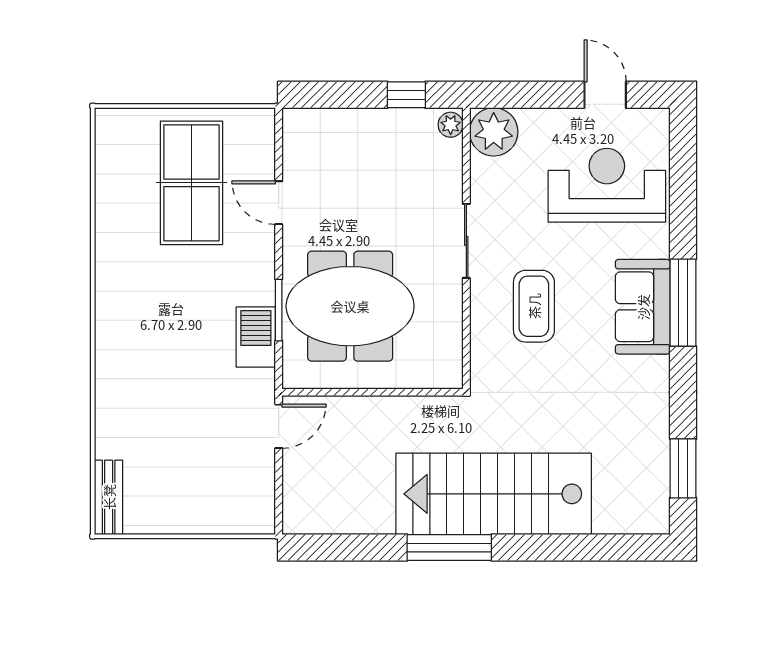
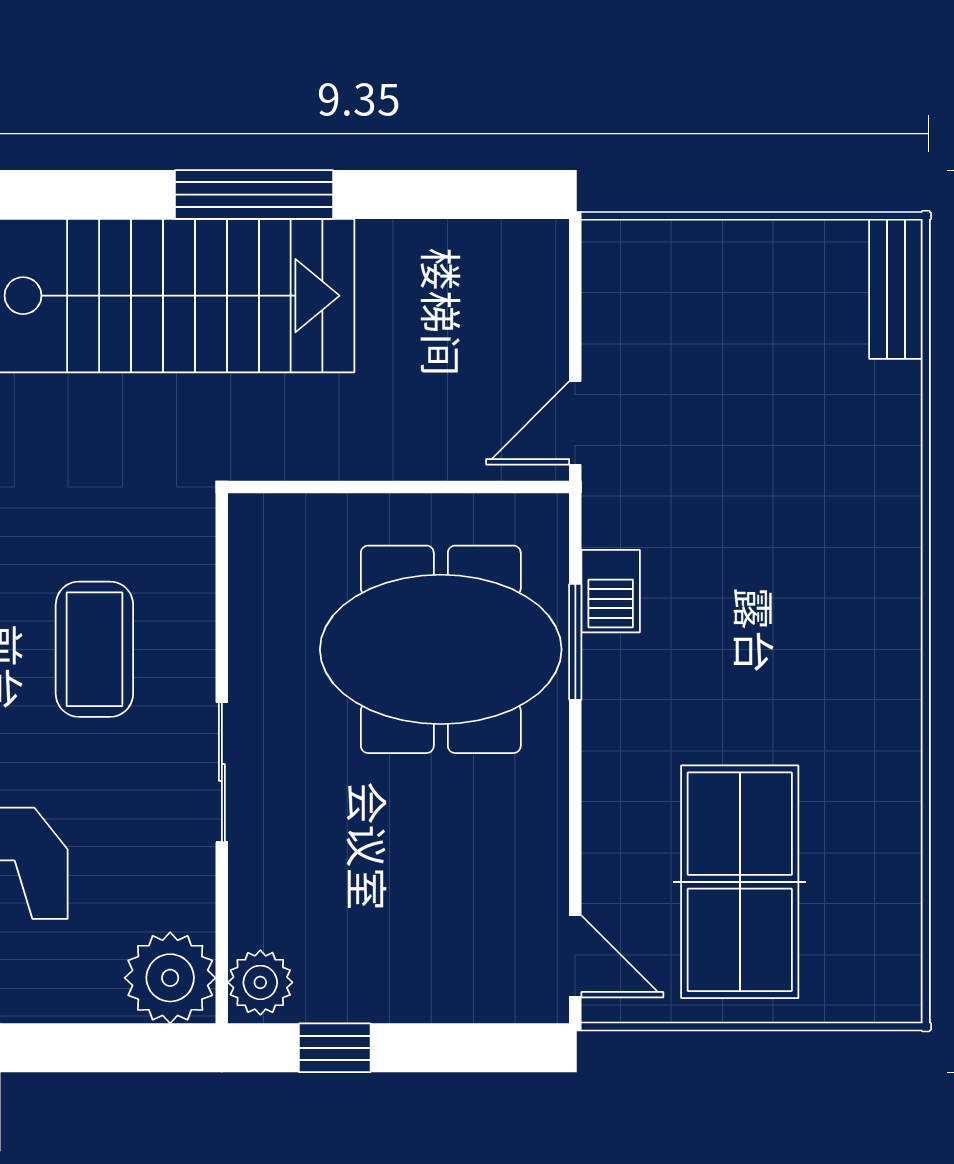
plant: (451, 125) -> (260, 982), width x1.38, depth x1.38
door: (279, 203) -> (575, 956), moved
barbecue: (256, 337) -> (611, 591), width x0.73, depth x0.79

